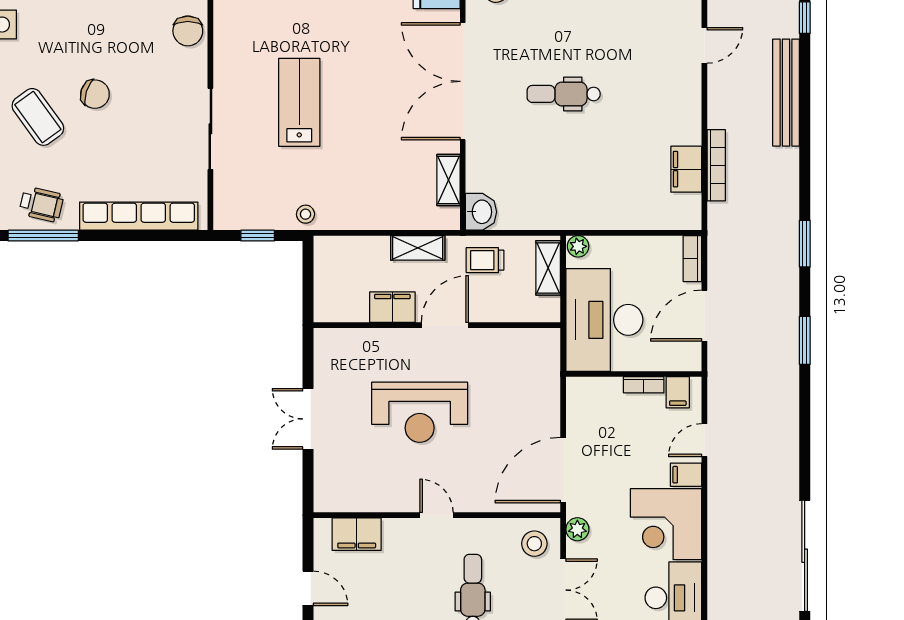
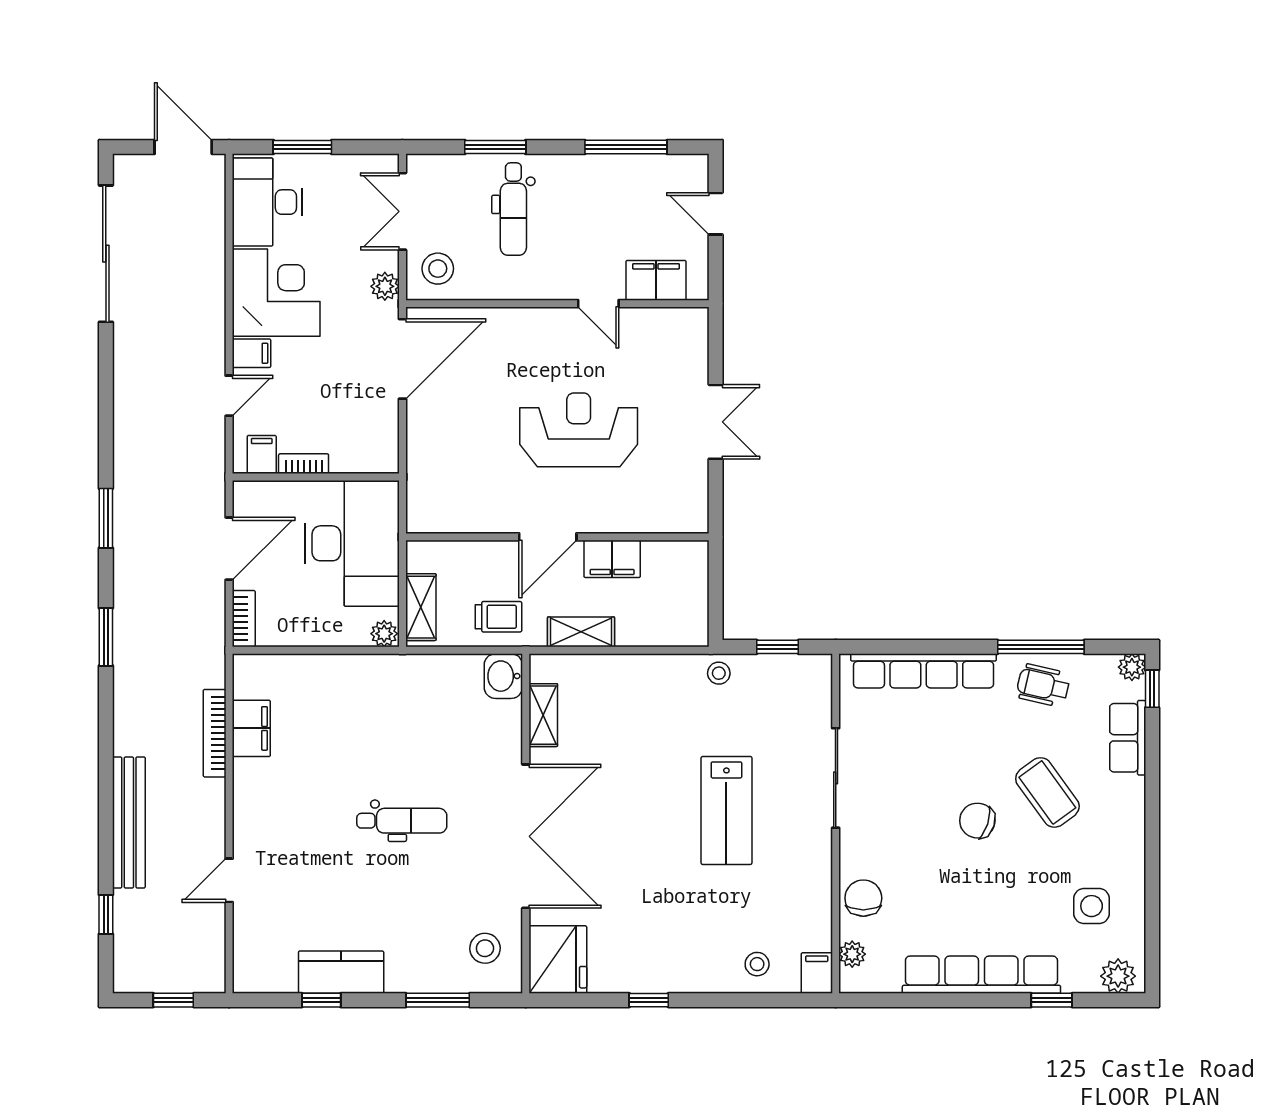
door: (436, 515) -> (598, 304), moved

